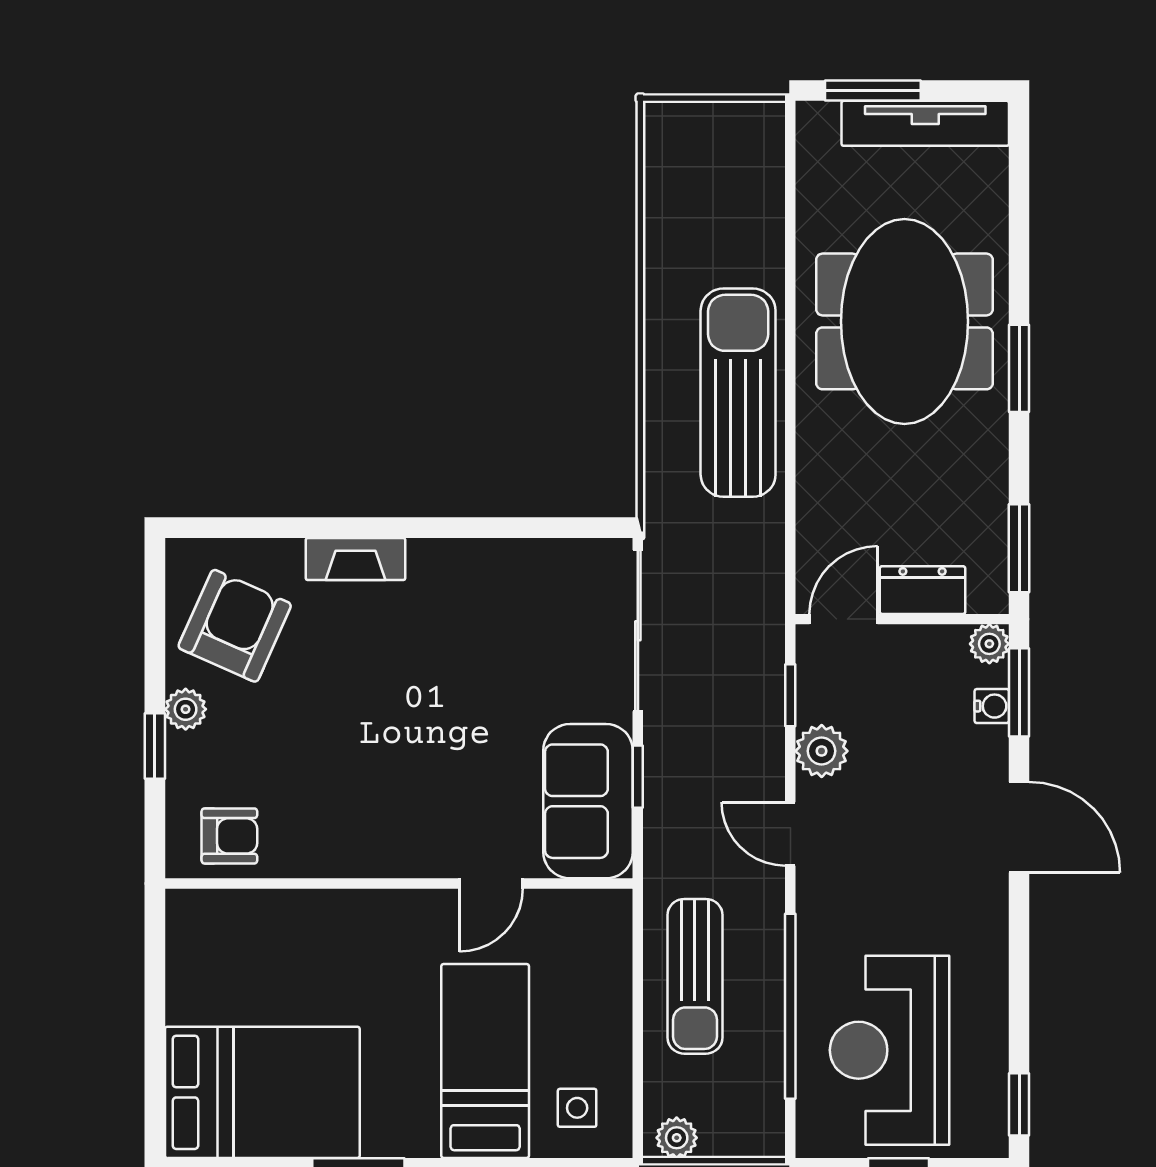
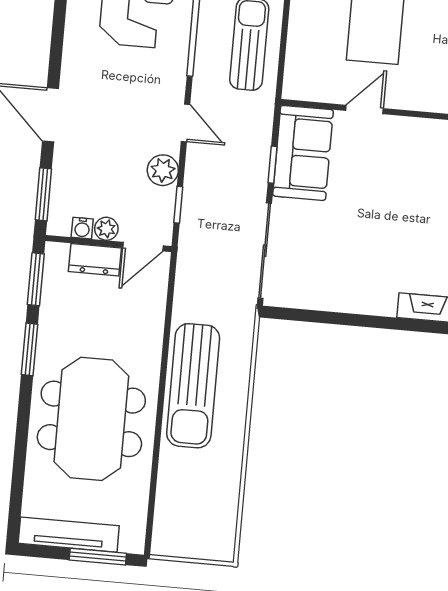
window: (1019, 368) -> (30, 349), moved
plant: (989, 644) -> (106, 229), moved
water cooler: (992, 706) -> (82, 228), moved, turned -90

